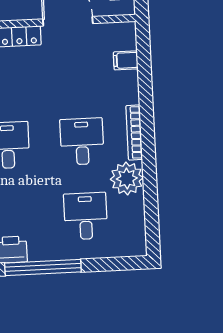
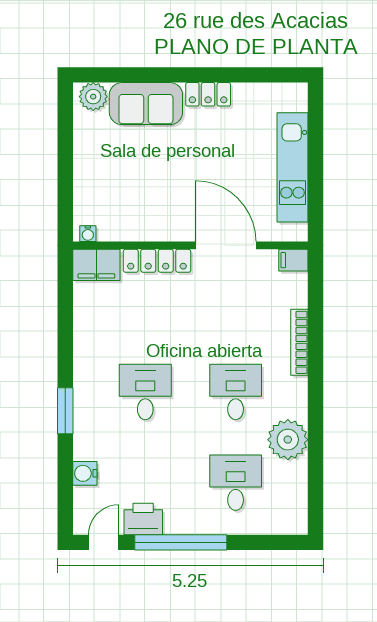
filing cabinet: (126, 60) -> (293, 260), moved
bookcase: (134, 132) -> (299, 342), moved

